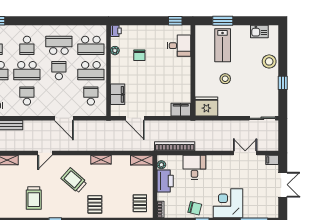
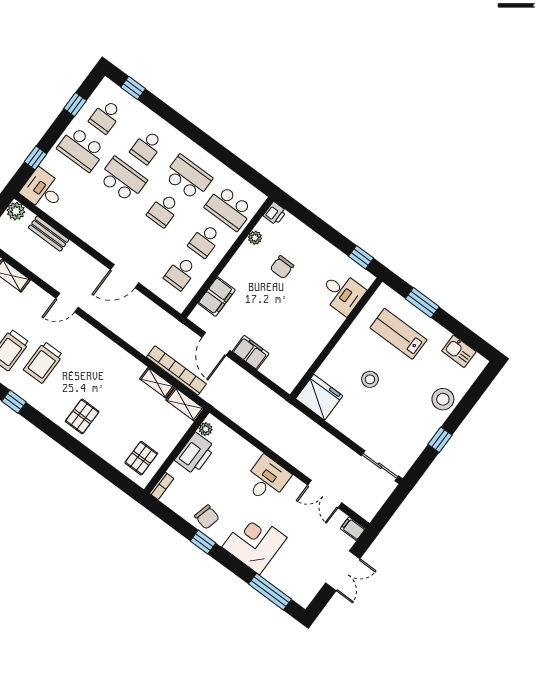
lab bench: (223, 45) -> (398, 334), turned 90
school desk: (27, 71) -> (123, 180), turned 180
school desk: (59, 71) -> (164, 210), turned 180
school desk: (91, 71) -> (205, 241), width x0.54
school desk: (27, 96) -> (98, 212), removed
school desk: (91, 96) -> (181, 273), turned 180
filing cabinet: (181, 110) -> (251, 353), moved
door: (64, 118) -> (125, 276), hinge flipped
bookcase: (175, 146) -> (176, 370), moved
double door: (245, 153) -> (325, 494), swing flipped
shelving: (101, 160) -> (157, 383), moved
desk: (194, 167) -> (267, 479), moved
trolley: (74, 180) -> (43, 362), moved, turned -131

